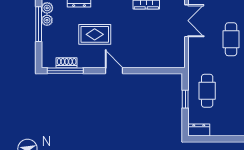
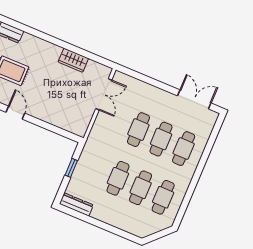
cafe table: (207, 91) -> (118, 178), moved
dresser: (199, 130) -> (76, 204), width x1.44

